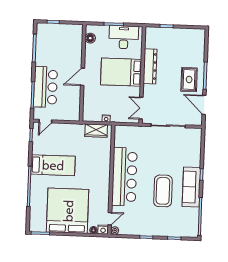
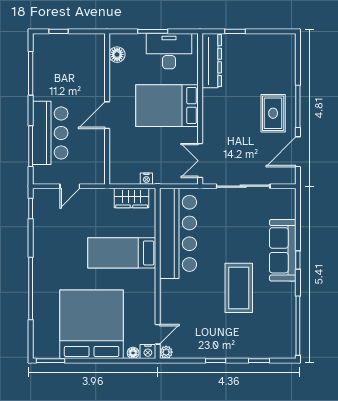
dresser: (150, 66) -> (212, 61), moved
door: (204, 105) -> (298, 152), hinge flipped
door: (45, 121) -> (70, 186), moved
bed: (53, 165) -> (122, 253), moved, turned 180
bar counter: (124, 177) -> (178, 233), moved
sofa: (191, 187) -> (283, 250), moved

